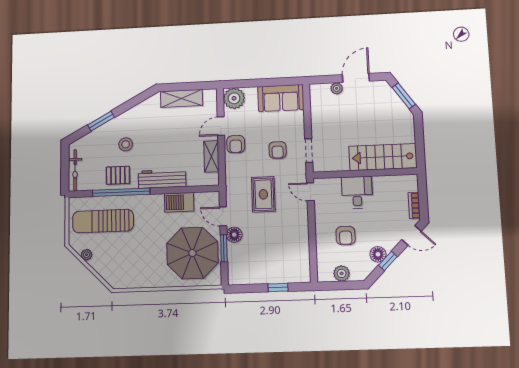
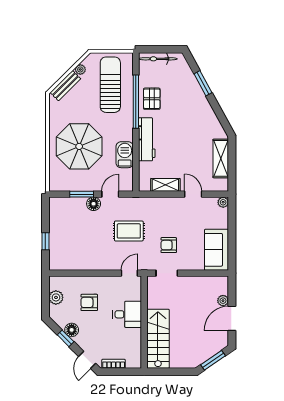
door: (356, 78) -> (232, 318), swing flipped
plant: (234, 98) -> (223, 202), width x0.53, depth x0.53
stool: (126, 144) -> (180, 106), removed
armchair: (236, 144) -> (176, 207), removed
parasol: (192, 253) -> (79, 146), moved
bench: (104, 271) -> (65, 86), added

